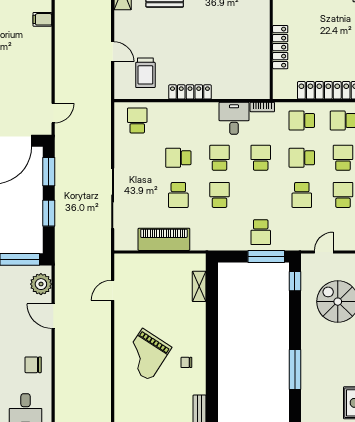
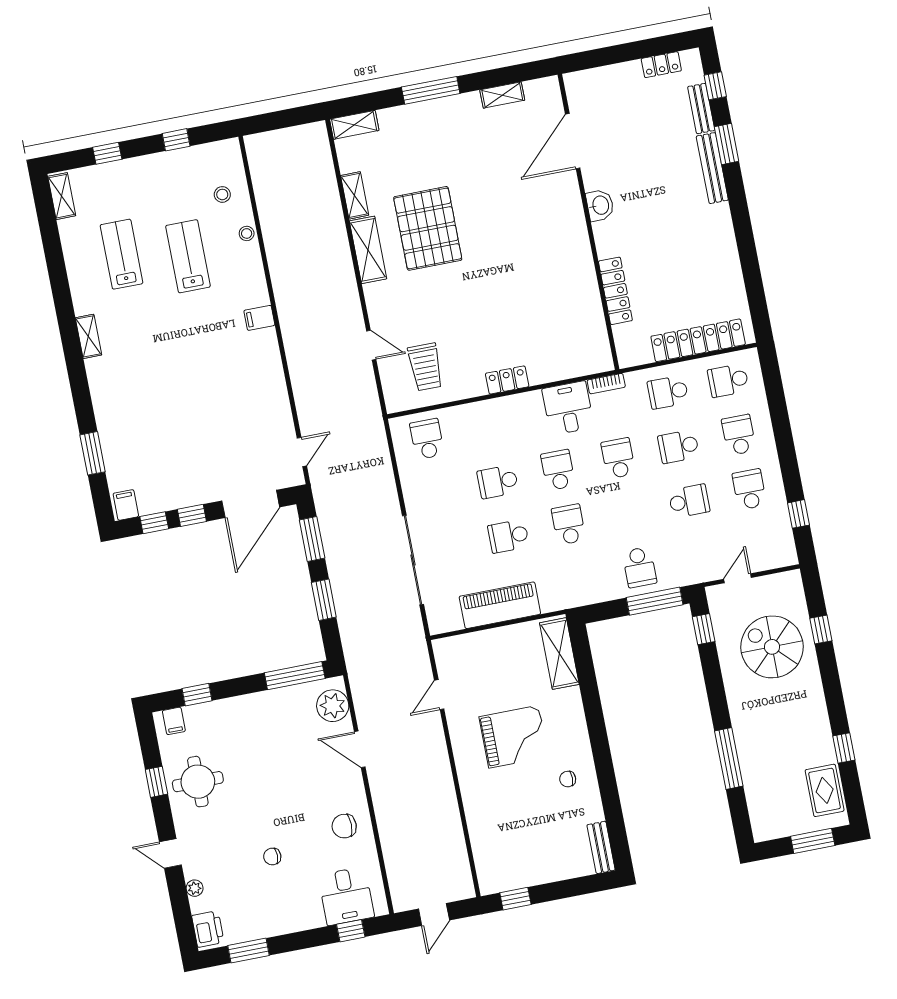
locker: (190, 92) -> (507, 380), width x0.66
school desk: (178, 195) -> (508, 536), turned 90
school desk: (302, 195) -> (689, 501), turned -90
shelving: (199, 286) -> (559, 654), width x1.50, depth x1.33
grand piano: (146, 355) -> (514, 737), moved, turned -123

